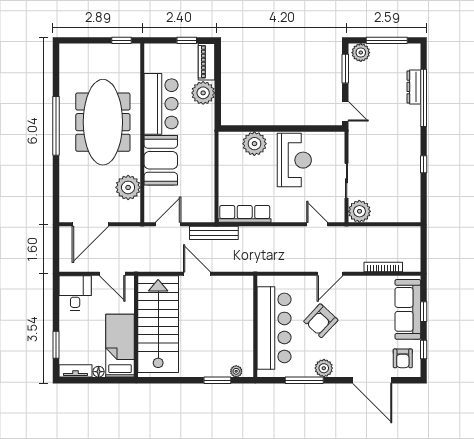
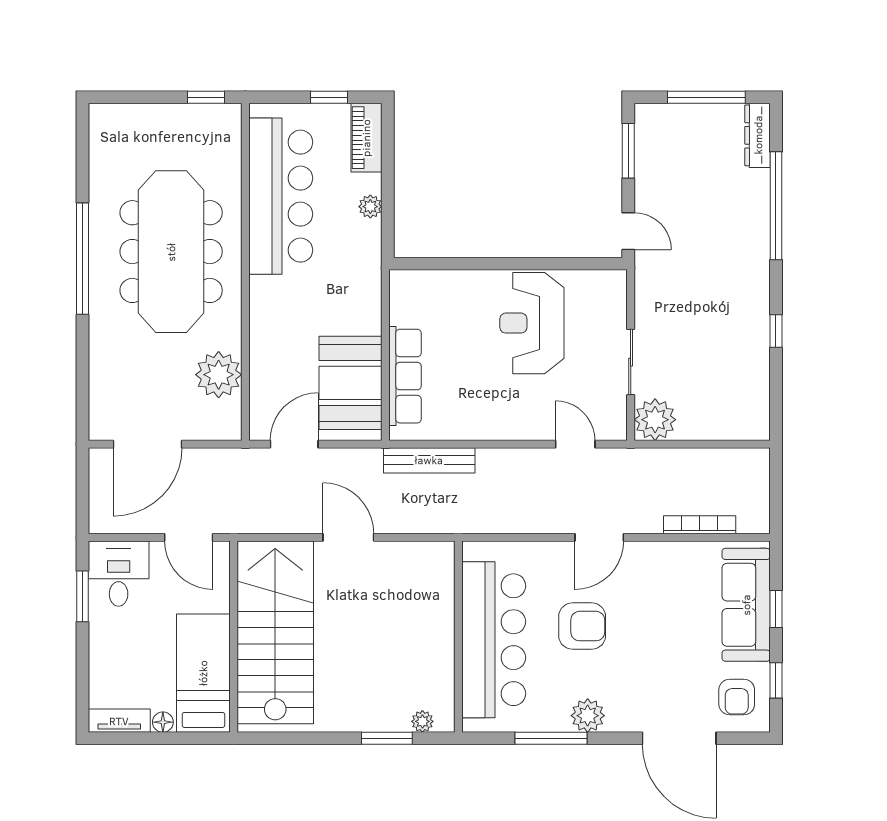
plant: (361, 53) -> (657, 120), removed
dresser: (414, 87) -> (758, 135), moved
plant: (203, 93) -> (370, 207), width x0.53, depth x0.53
bar counter: (161, 104) -> (281, 196), width x1.36
plant: (254, 144) -> (457, 292), removed
booth: (161, 160) -> (351, 383), moved
reception desk: (294, 160) -> (532, 323), turned 180
row of seats: (245, 214) -> (405, 376), moved, turned 90
bench: (214, 233) -> (429, 460), moved
armchair: (321, 321) -> (582, 626), turned -133
window: (56, 345) -> (82, 596), moved

